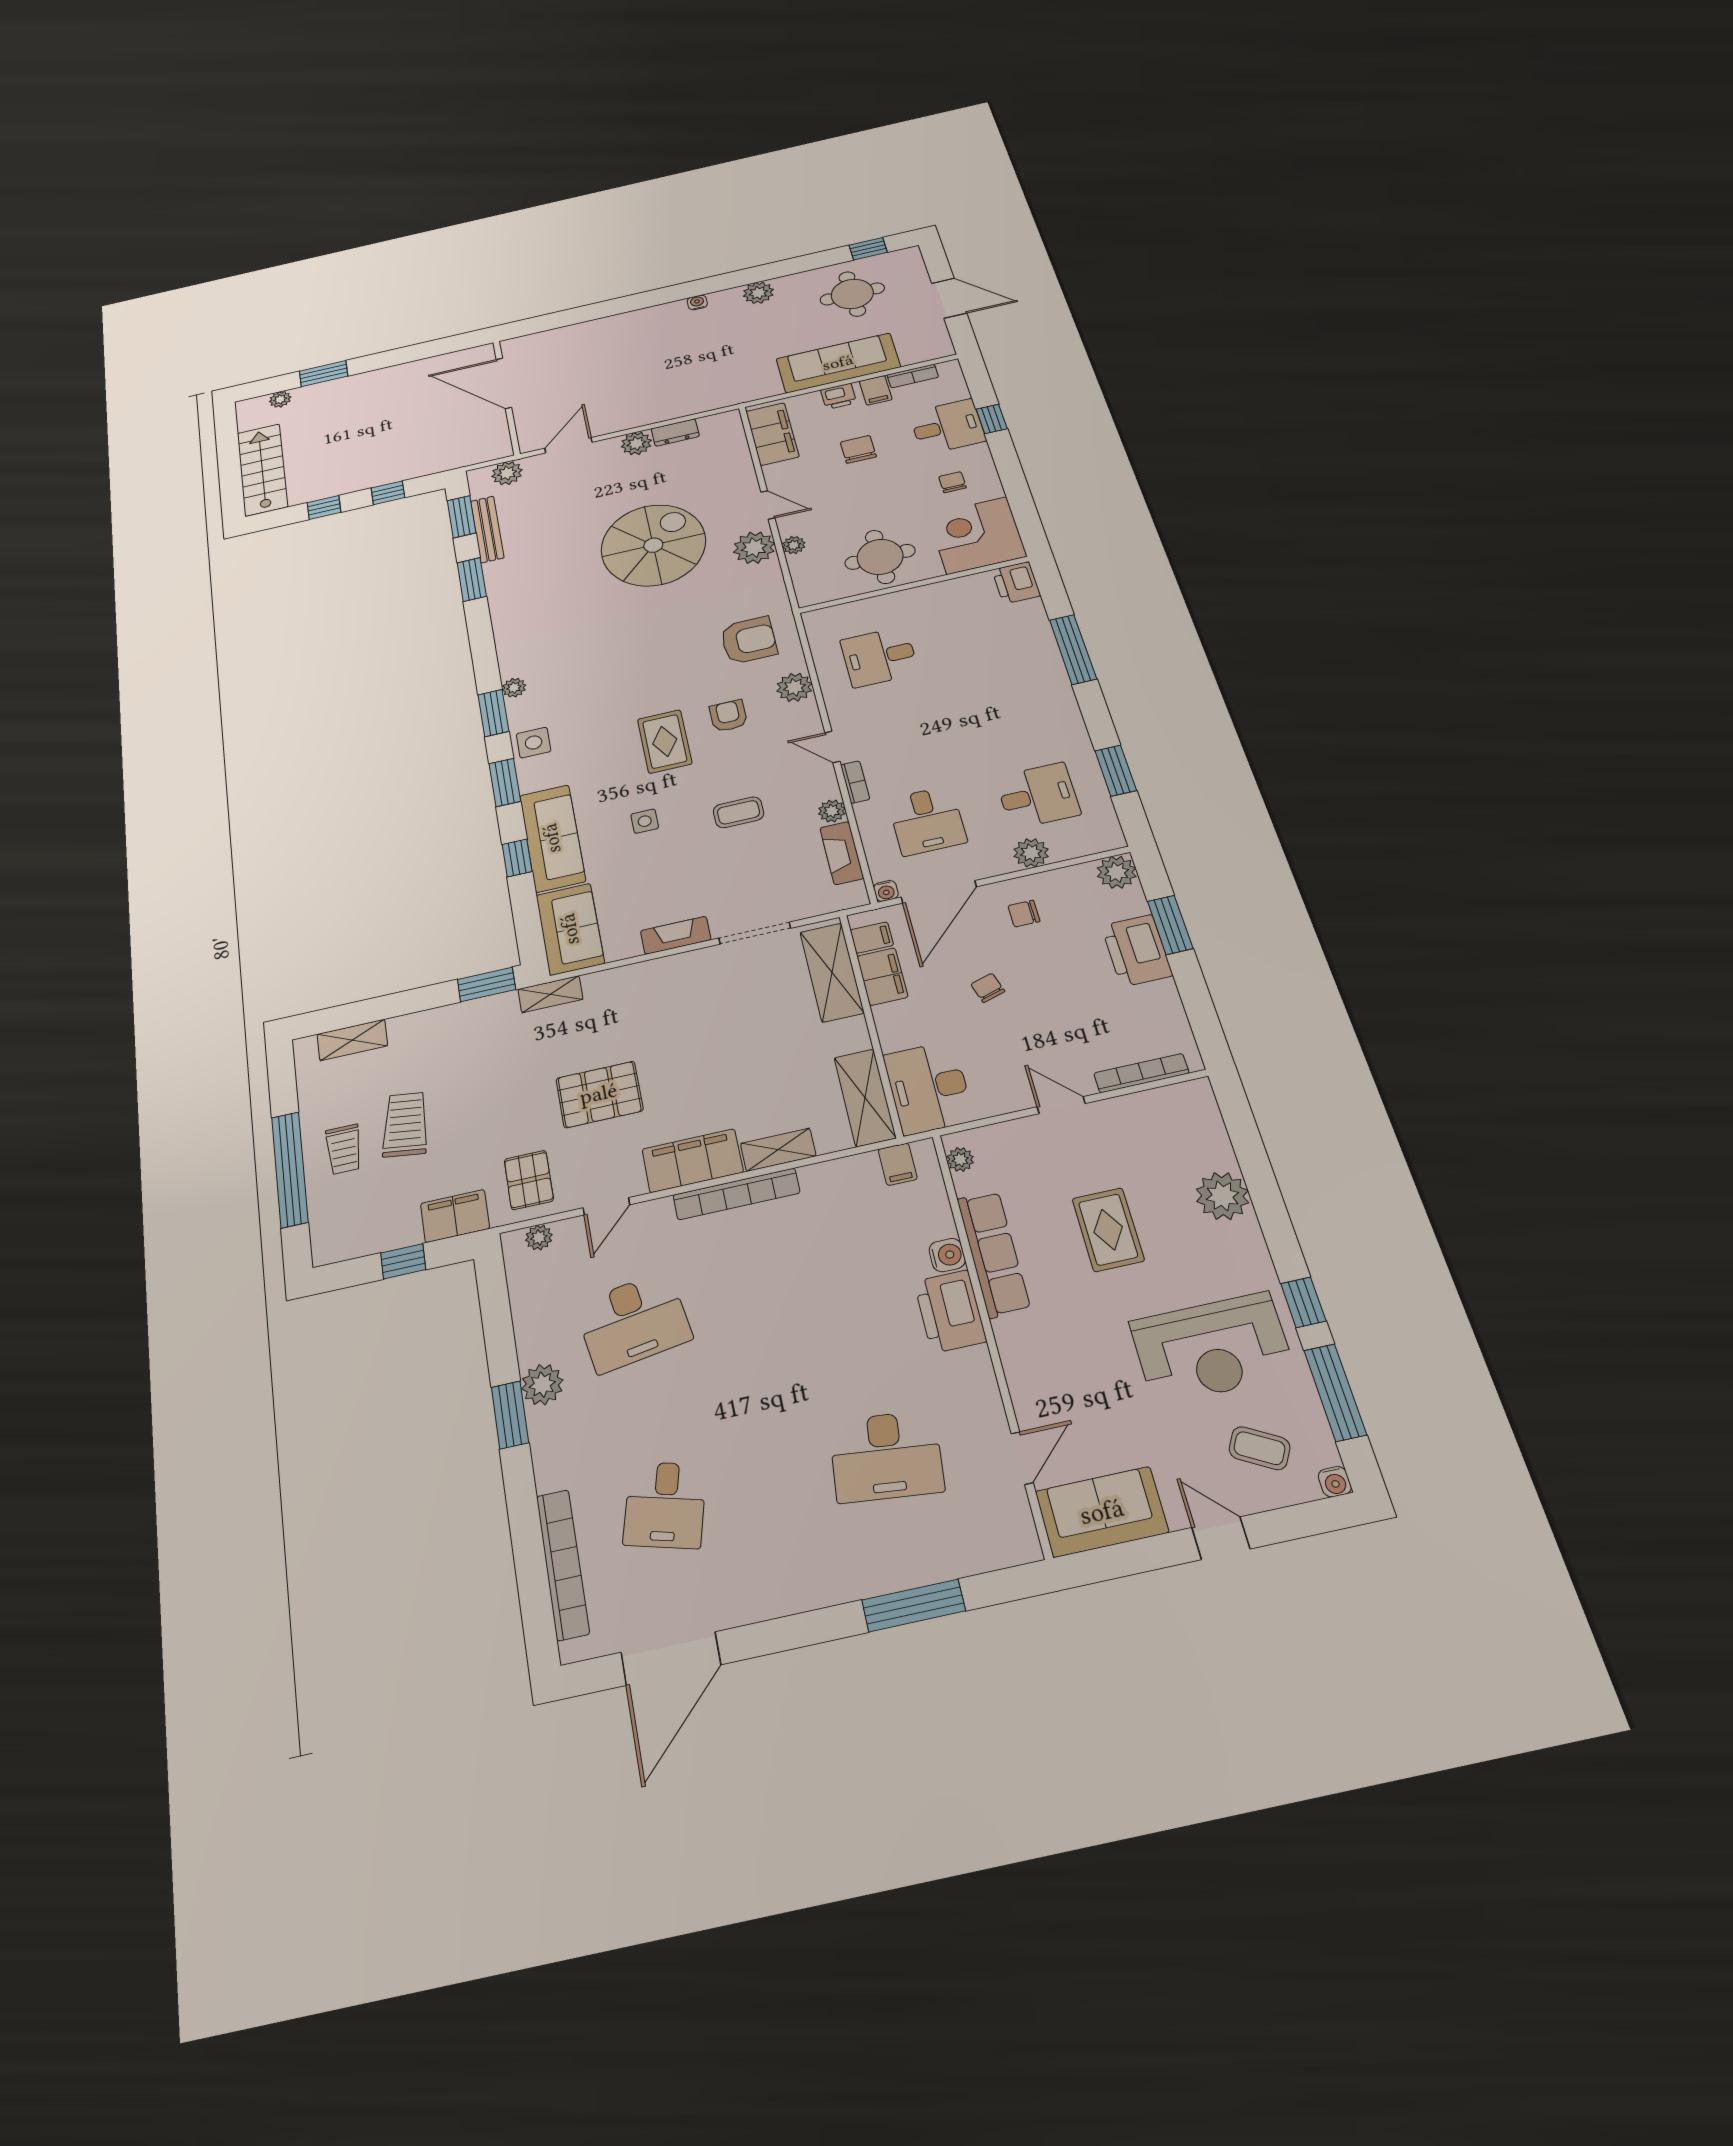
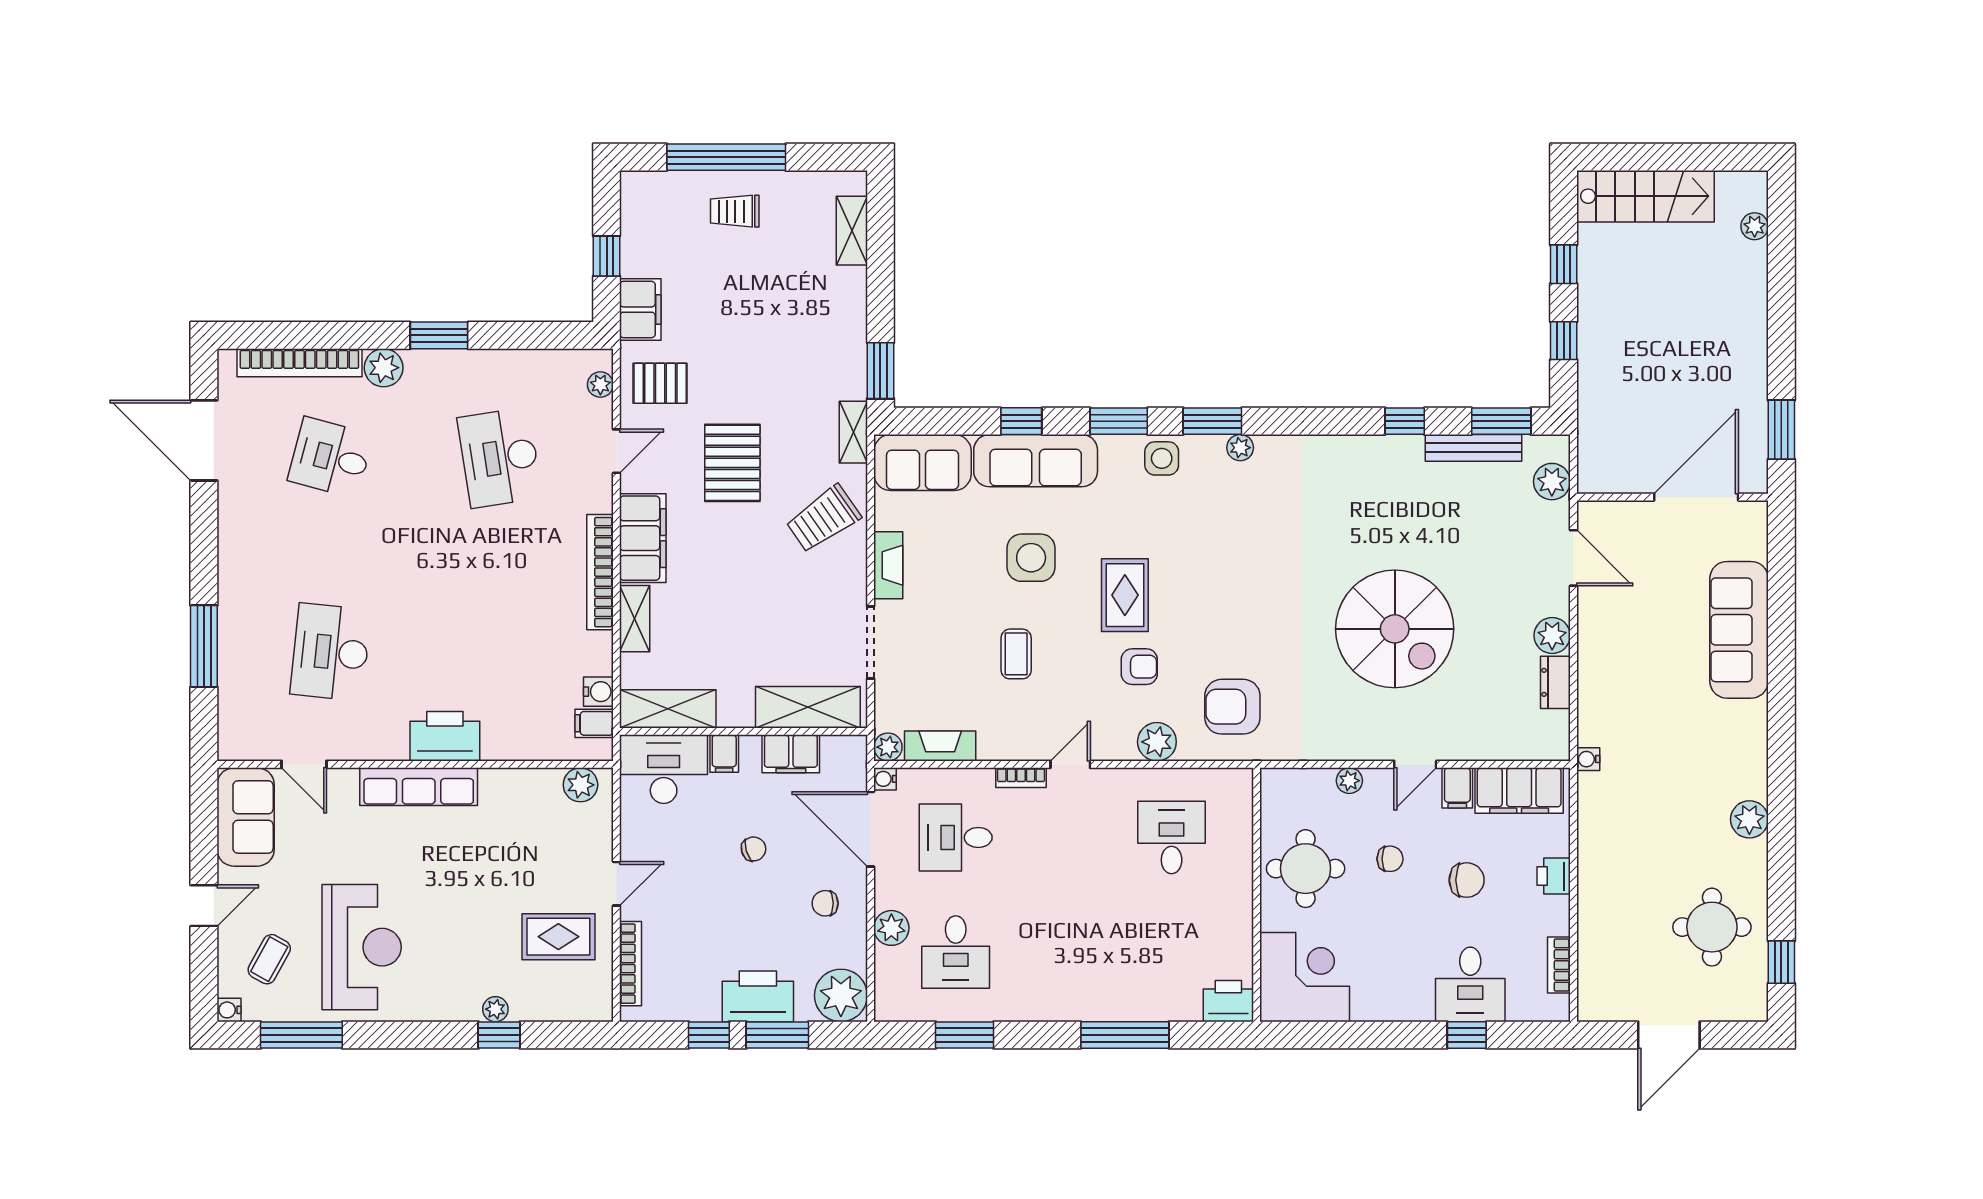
water cooler: (697, 302) -> (1588, 759), moved, turned 180
sofa: (838, 363) -> (1739, 630), moved, turned 180
window: (323, 374) -> (1781, 430), moved
filing cabinet: (876, 390) -> (1457, 788), moved, turned -90
chair: (952, 482) -> (1390, 859), moved
plant: (754, 548) -> (1358, 738), removed
window: (472, 580) -> (1405, 421), width x0.67
armchair: (749, 640) -> (1232, 707), turned 90
rug: (665, 741) -> (1125, 595), turned 90
plant: (832, 811) -> (888, 747), moved
side table: (645, 821) -> (1031, 558), width x1.87, depth x1.87
plant: (1117, 872) -> (841, 995), width x1.36, depth x1.36
chair: (1024, 914) -> (825, 903), turned -90
filing cabinet: (872, 938) -> (724, 753), moved
window: (1191, 985) -> (709, 1035), added
trolley: (405, 1124) -> (823, 519), moved, turned 137
plant: (960, 1159) -> (580, 785), width x1.38, depth x1.38
plant: (1222, 1196) -> (495, 1009), width x0.53, depth x0.53
door: (606, 1206) -> (616, 451), swing flipped
rug: (1108, 1230) -> (558, 937), moved
row of seats: (993, 1254) -> (419, 787), moved
water cooler: (947, 1255) -> (598, 692), moved, turned -90
window: (1303, 1302) -> (499, 1035), moved
reception desk: (1212, 1348) -> (362, 947), turned 180
plant: (542, 1385) -> (384, 368), moved

